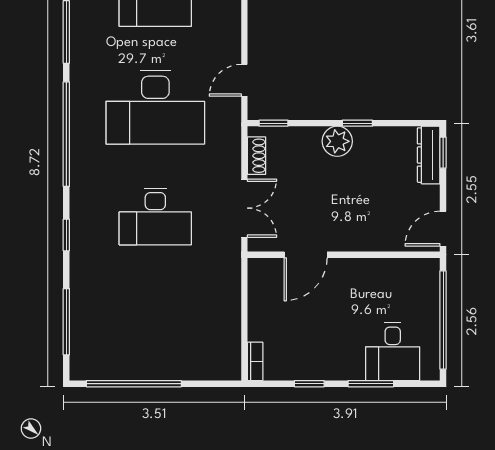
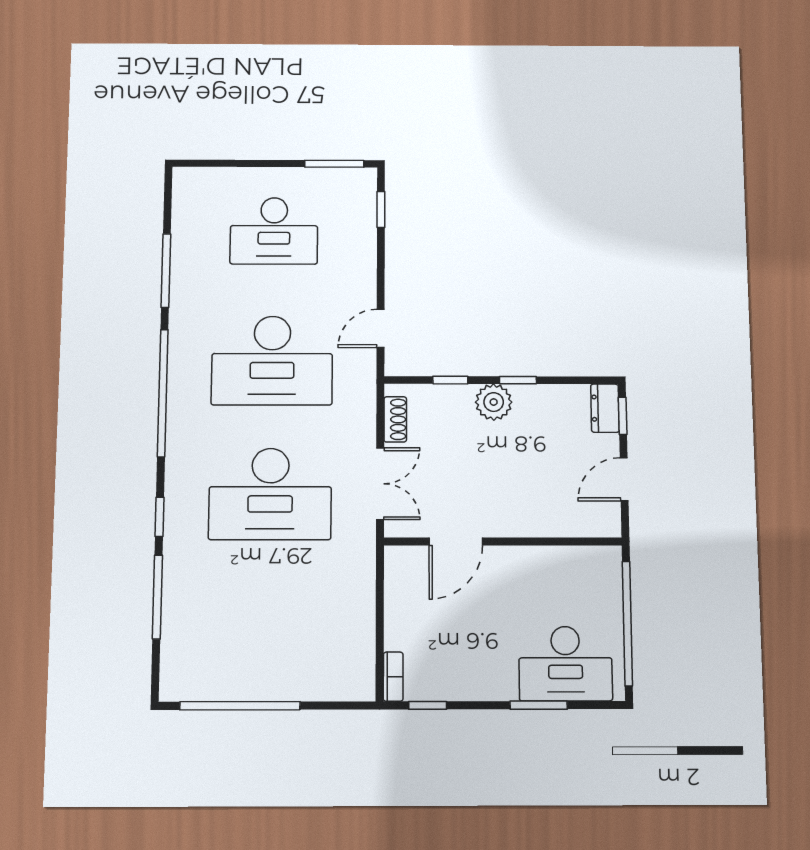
window: (274, 123) -> (450, 380), moved
dresser: (429, 155) -> (605, 408), width x0.70
desk: (155, 216) -> (270, 494), width x1.36, depth x1.30
door: (443, 229) -> (624, 479), moved
window: (66, 322) -> (157, 597), moved
desk: (393, 351) -> (565, 664), width x1.37
window: (309, 384) -> (428, 705), moved

